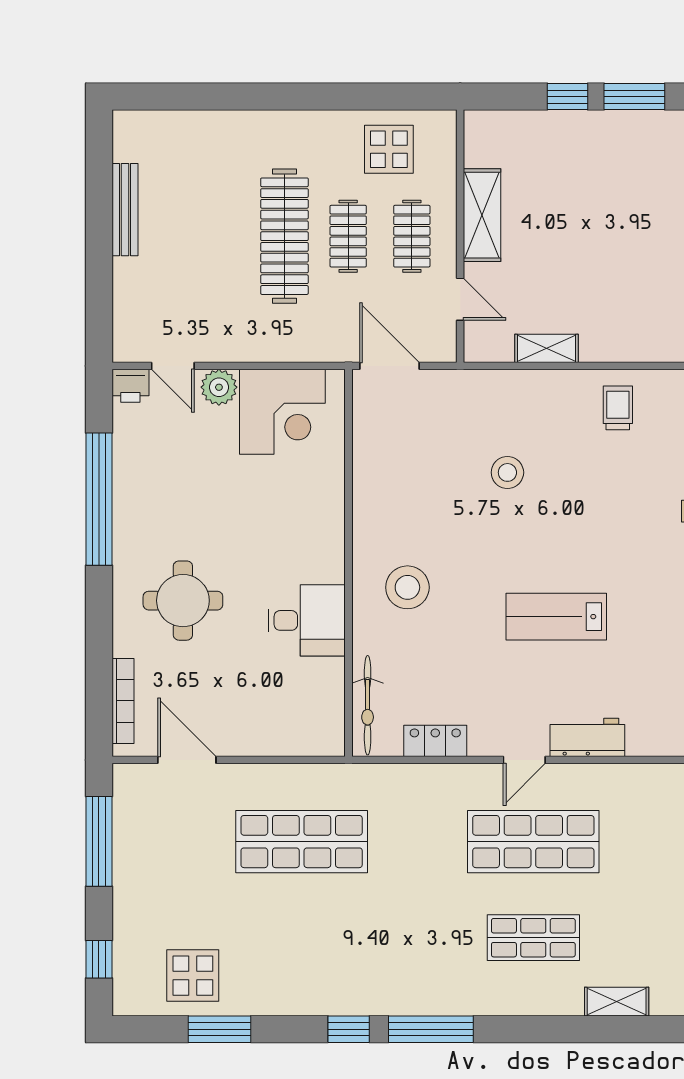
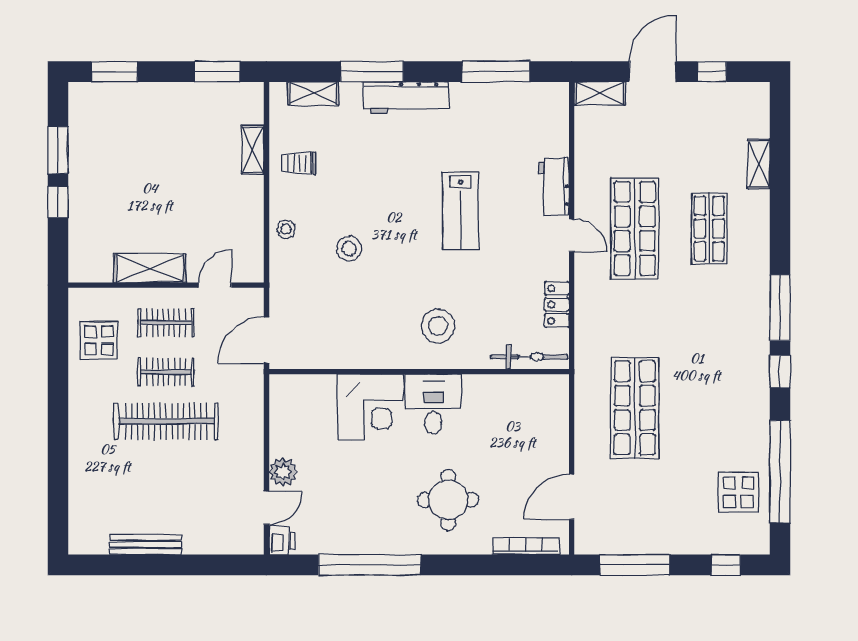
shelving: (546, 348) -> (253, 149), moved
stool: (533, 391) -> (286, 229), added
corner desk: (282, 412) -> (370, 407), moved, turned 90
desk: (307, 620) -> (433, 404), moved
window: (219, 1029) -> (780, 472), width x2.11

